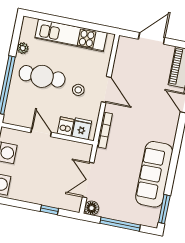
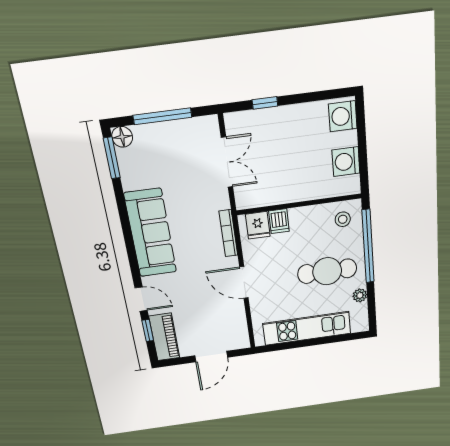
stool: (78, 90) -> (343, 219), moved
door: (41, 132) -> (308, 203), removed
sofa: (154, 174) -> (151, 233), moved
floor lamp: (92, 208) -> (122, 137), moved

